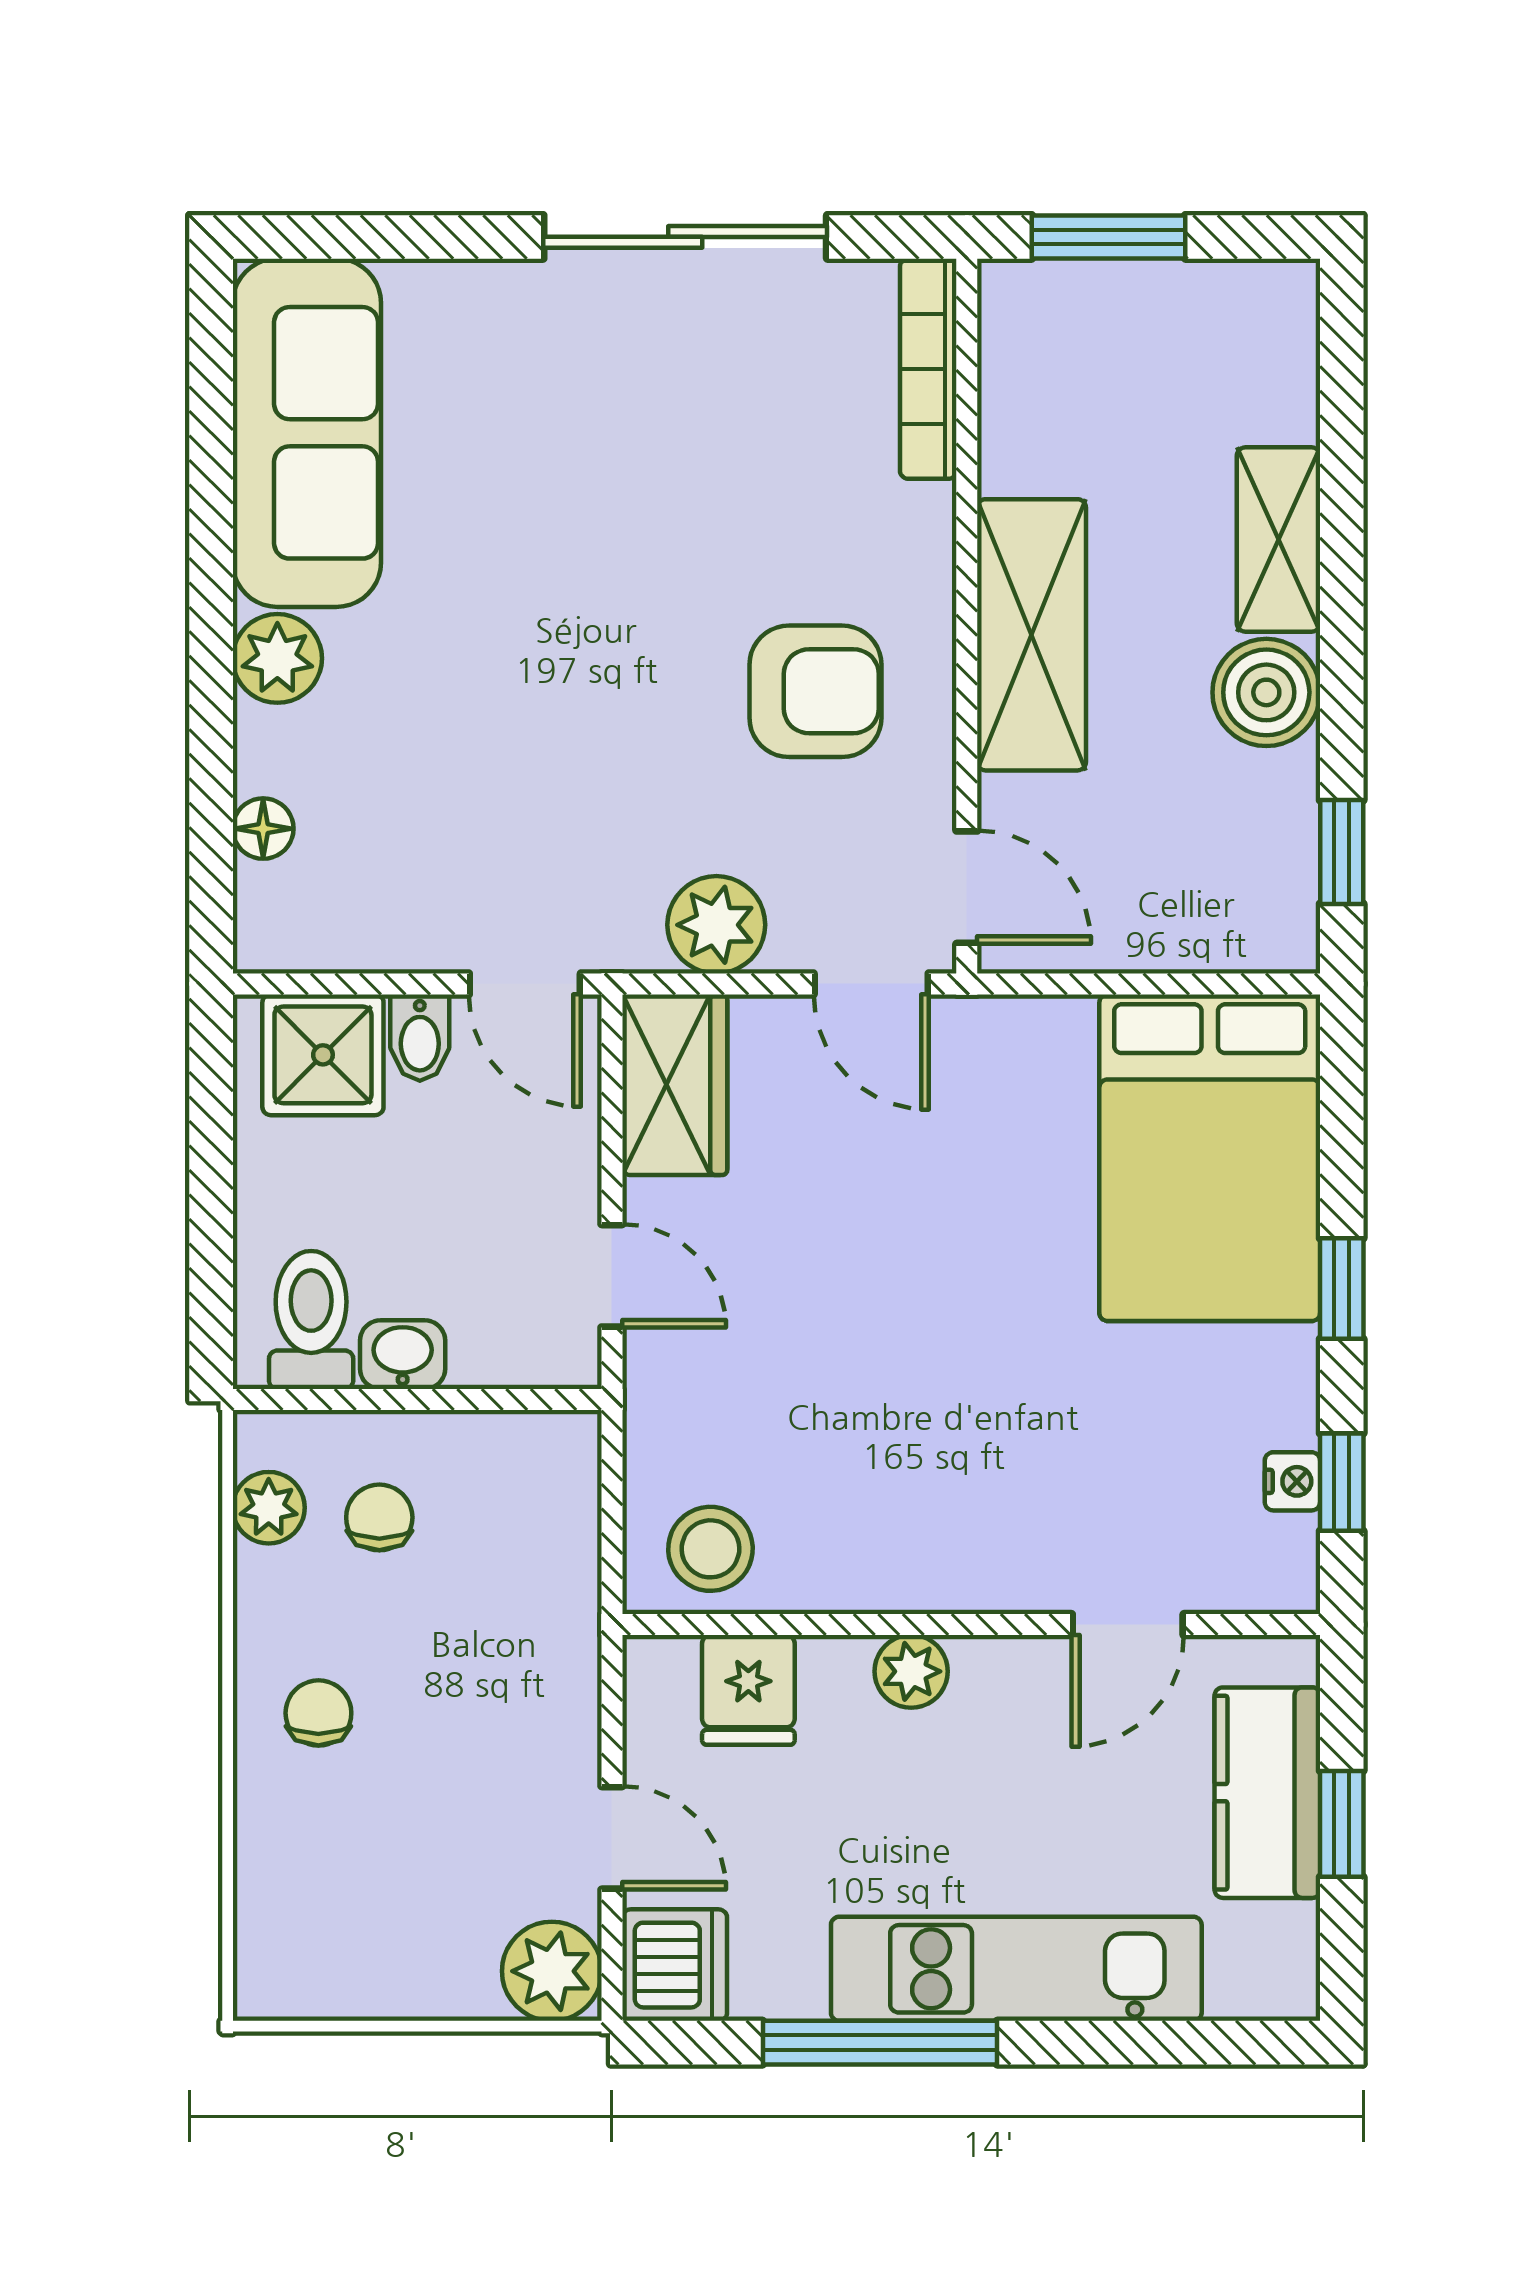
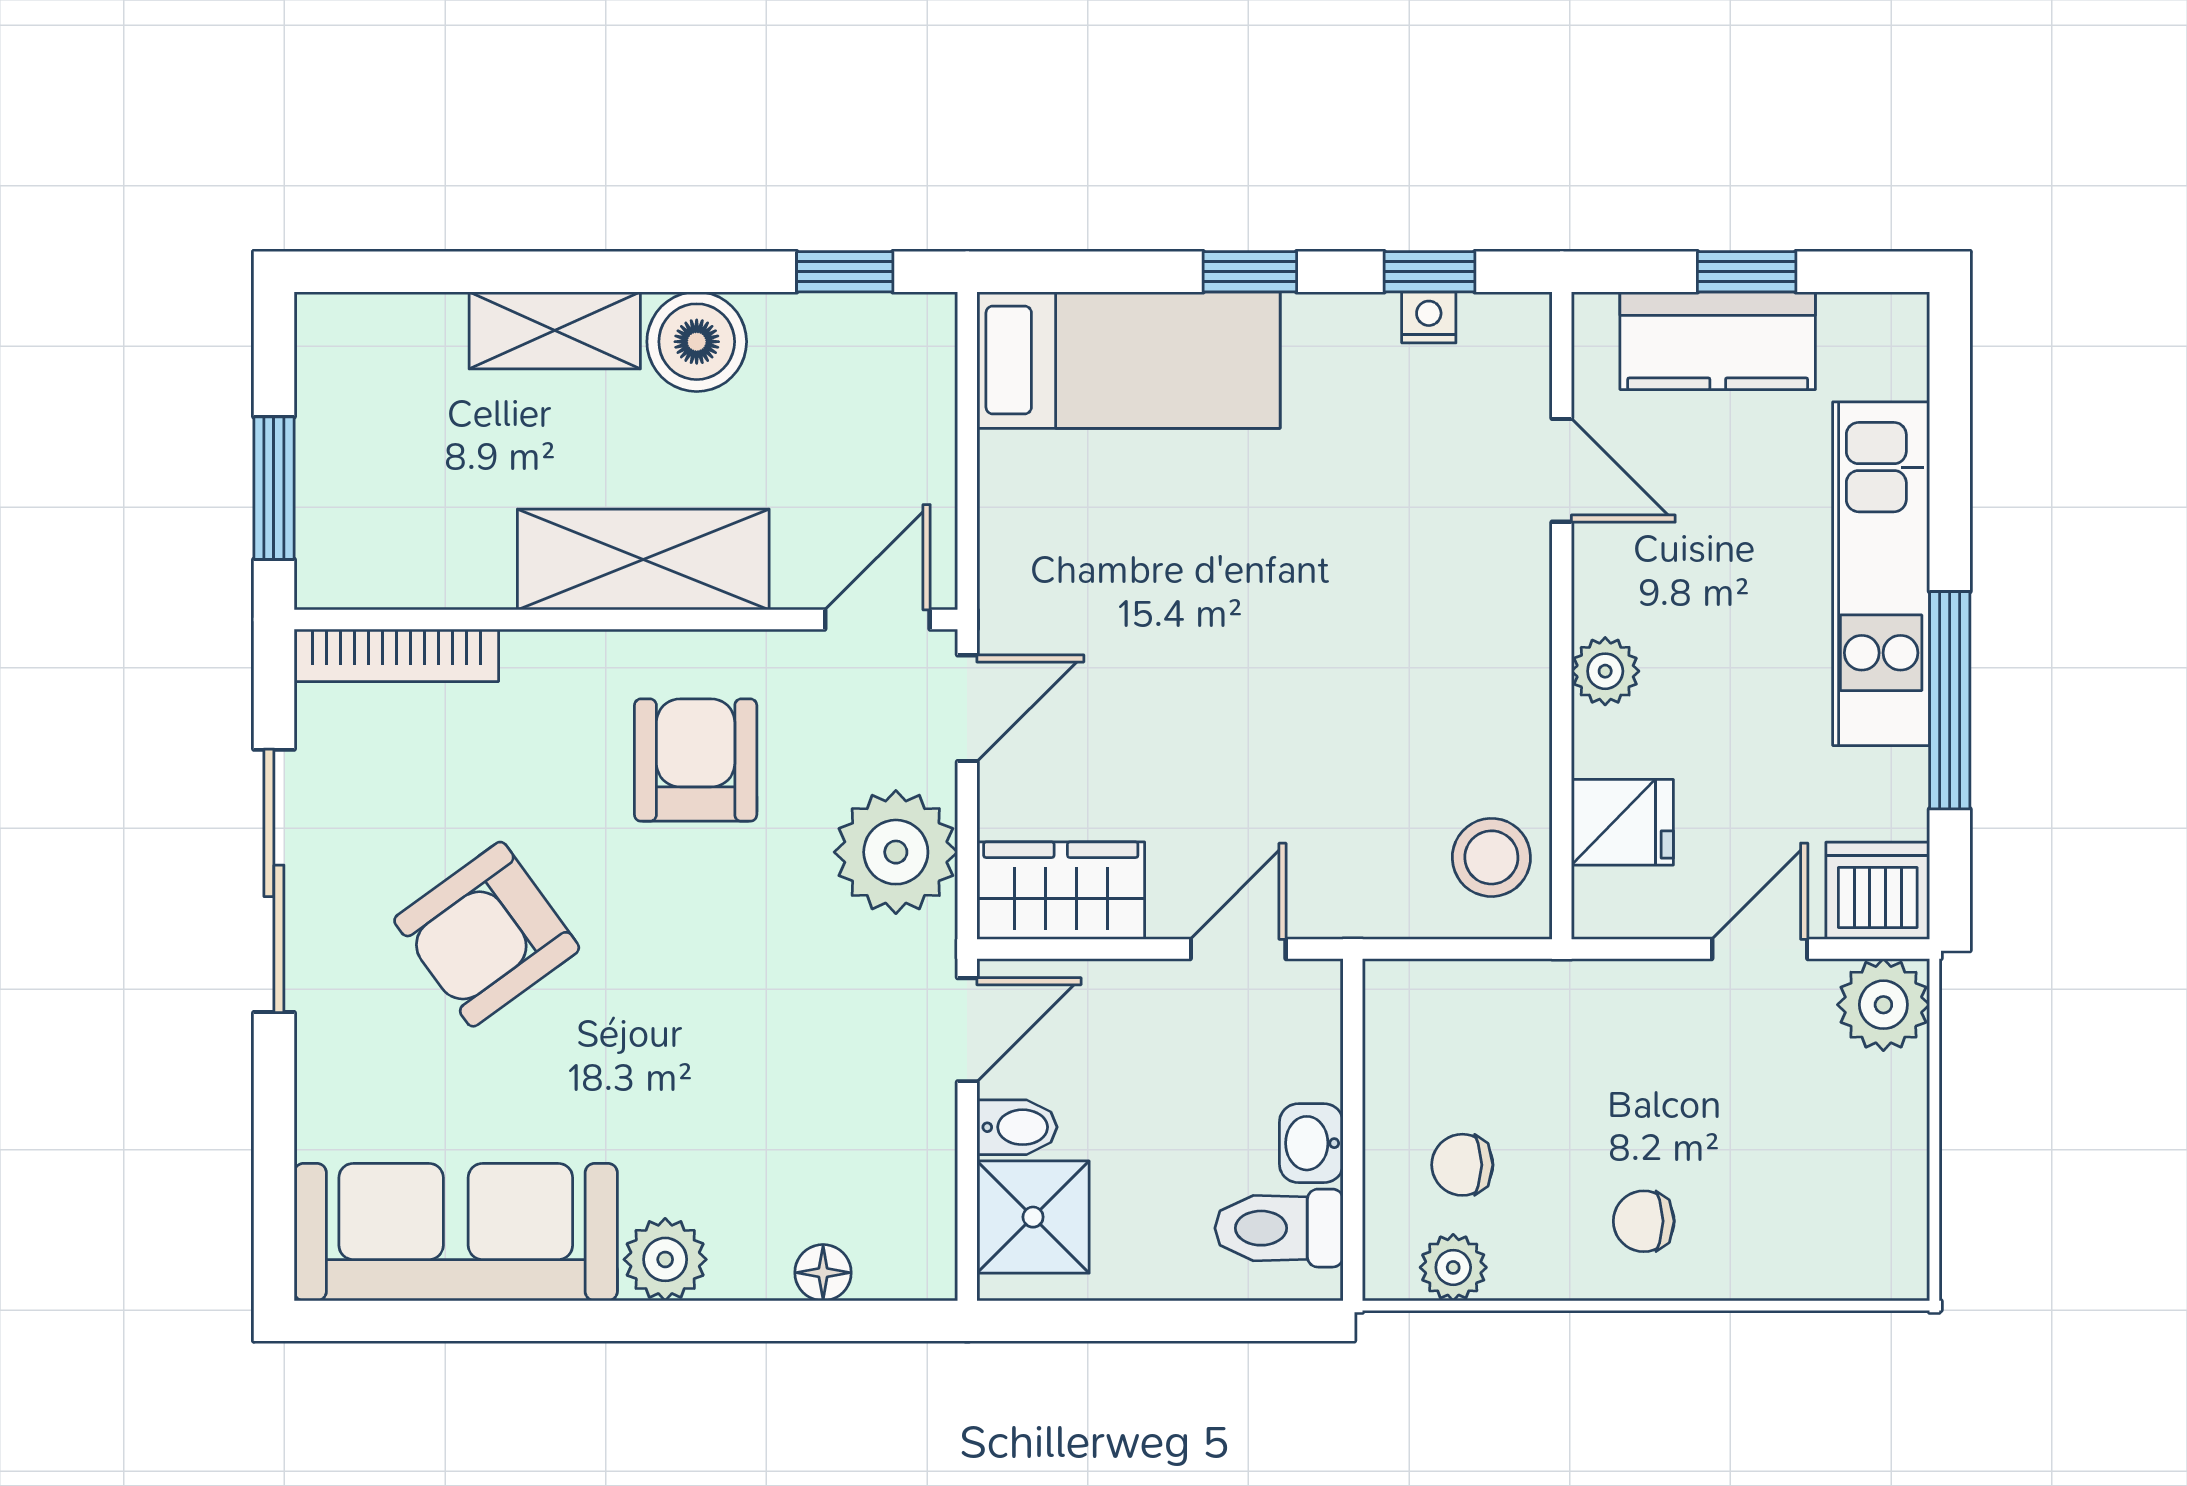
armchair: (628, 466) -> (487, 934), added
plant: (716, 925) -> (896, 852), width x1.36, depth x1.36
bed: (1210, 1158) -> (1128, 360), width x0.67

